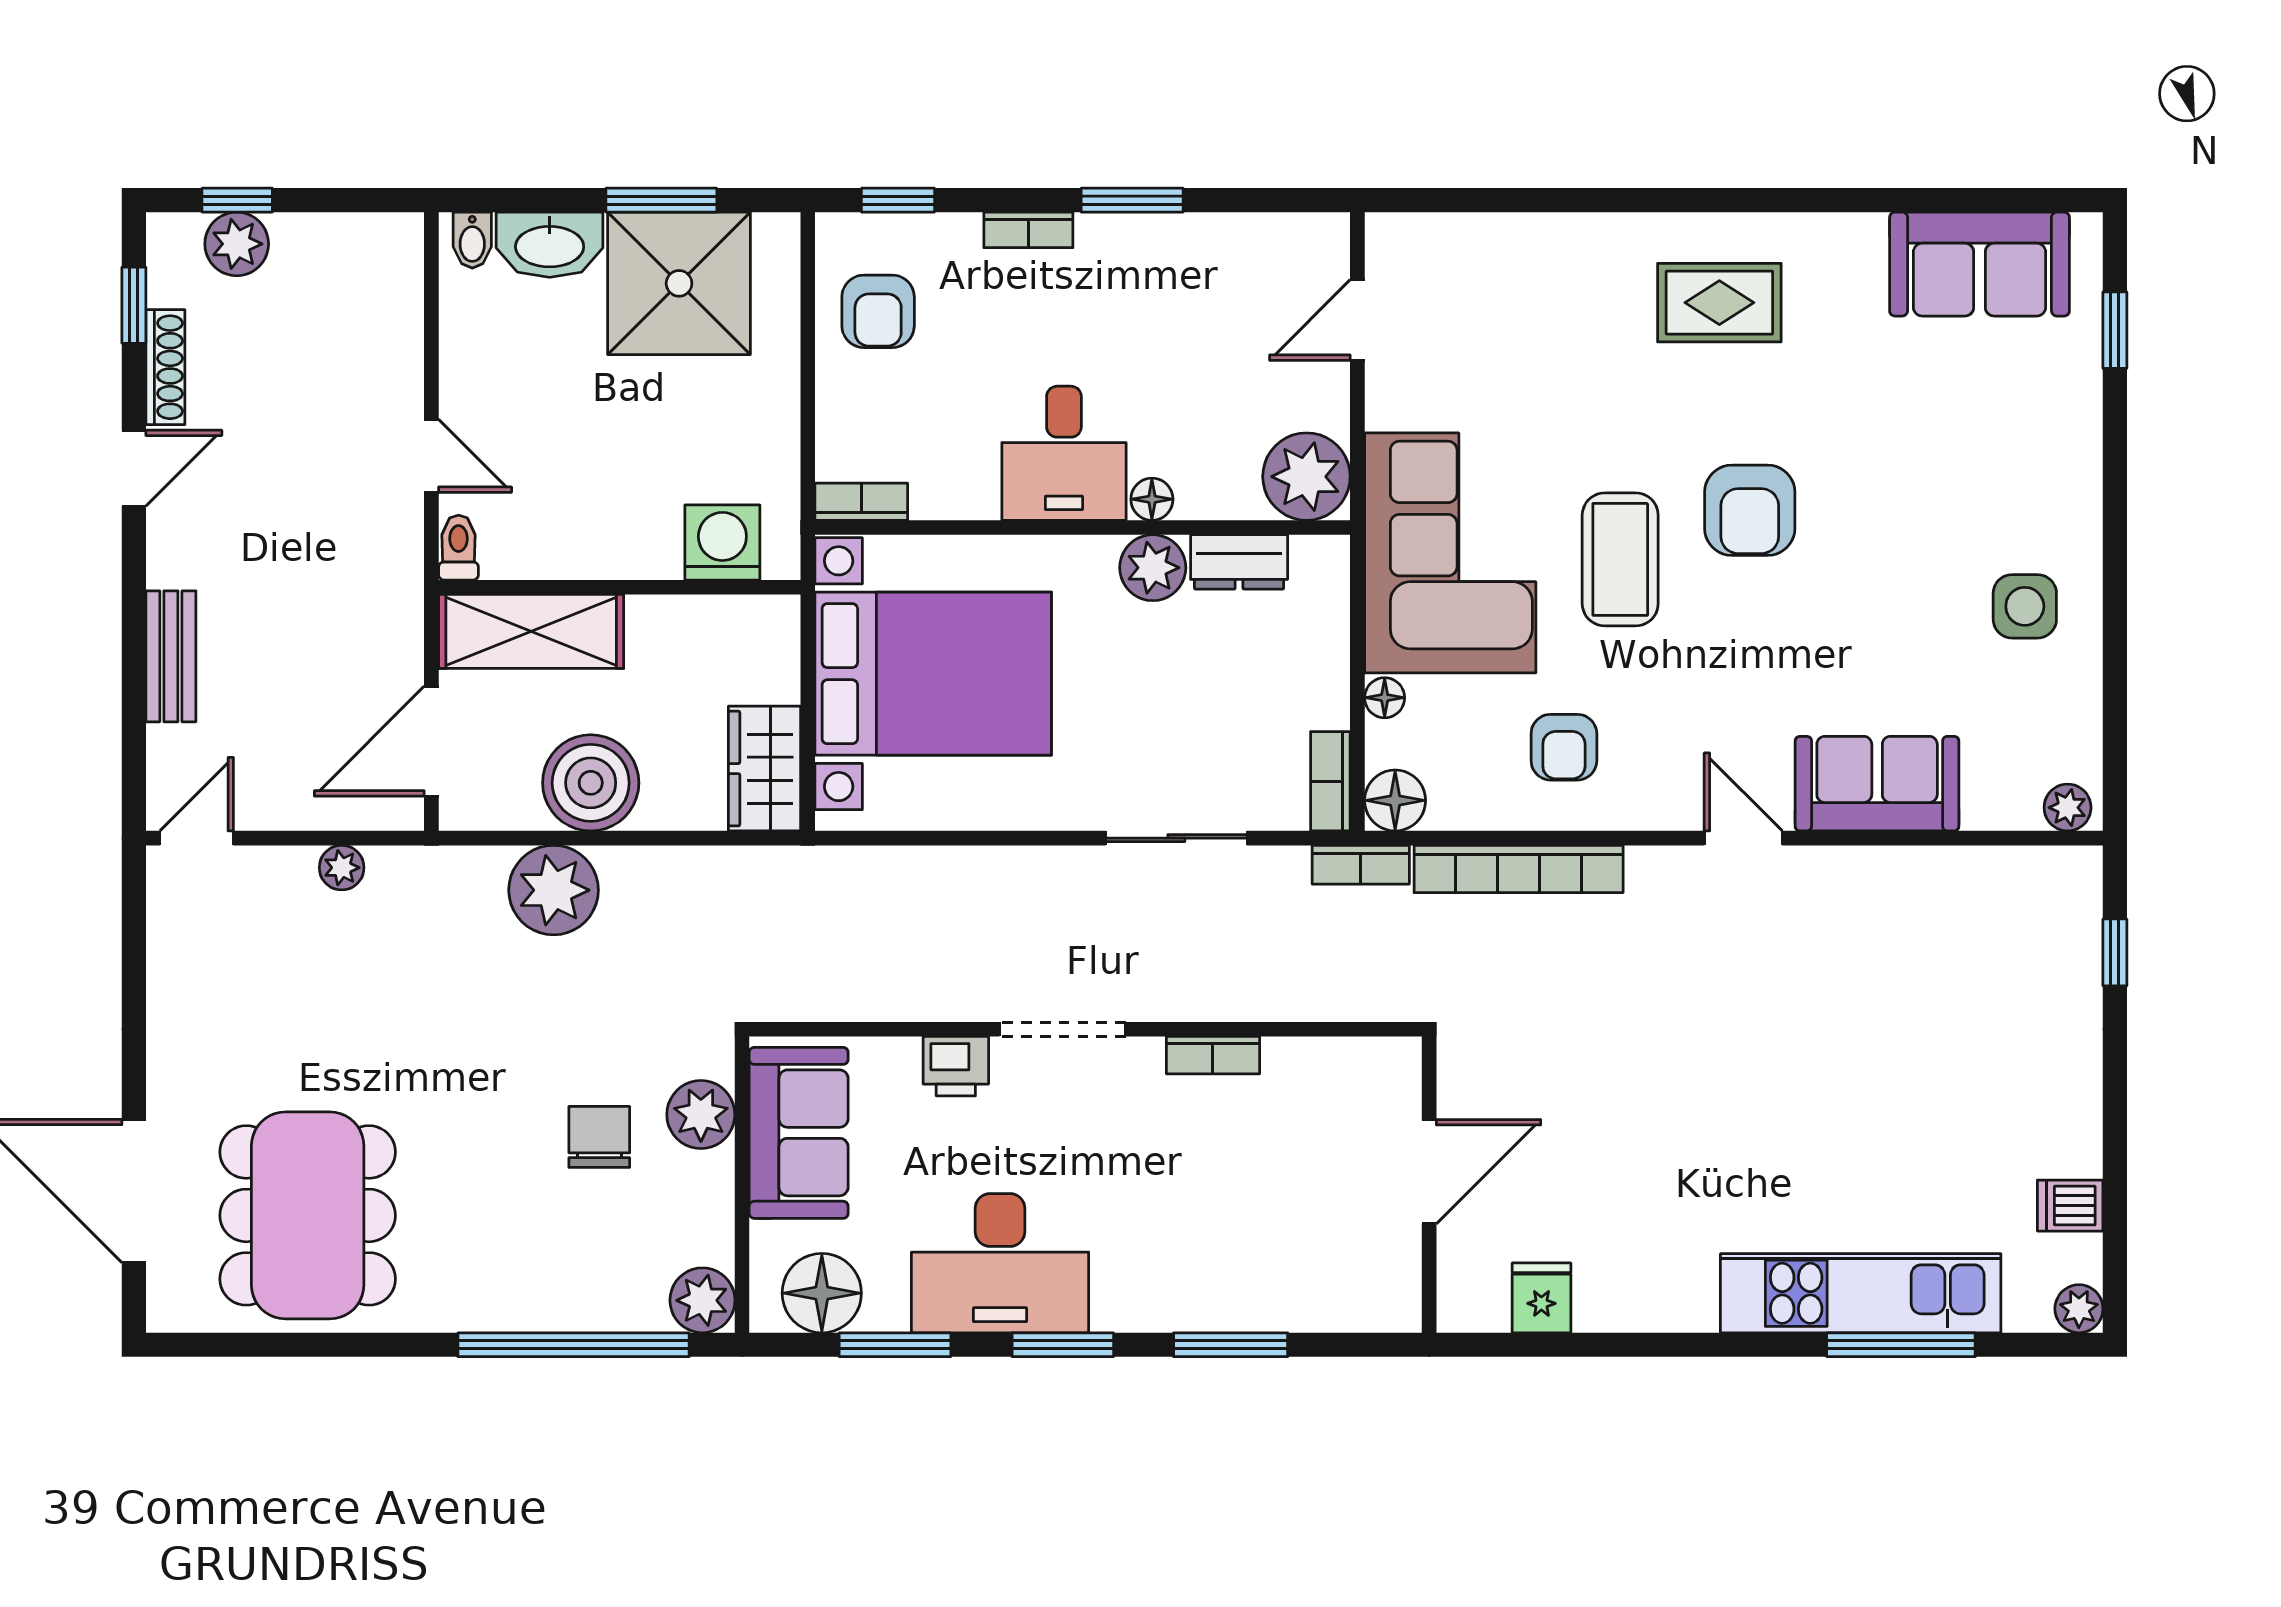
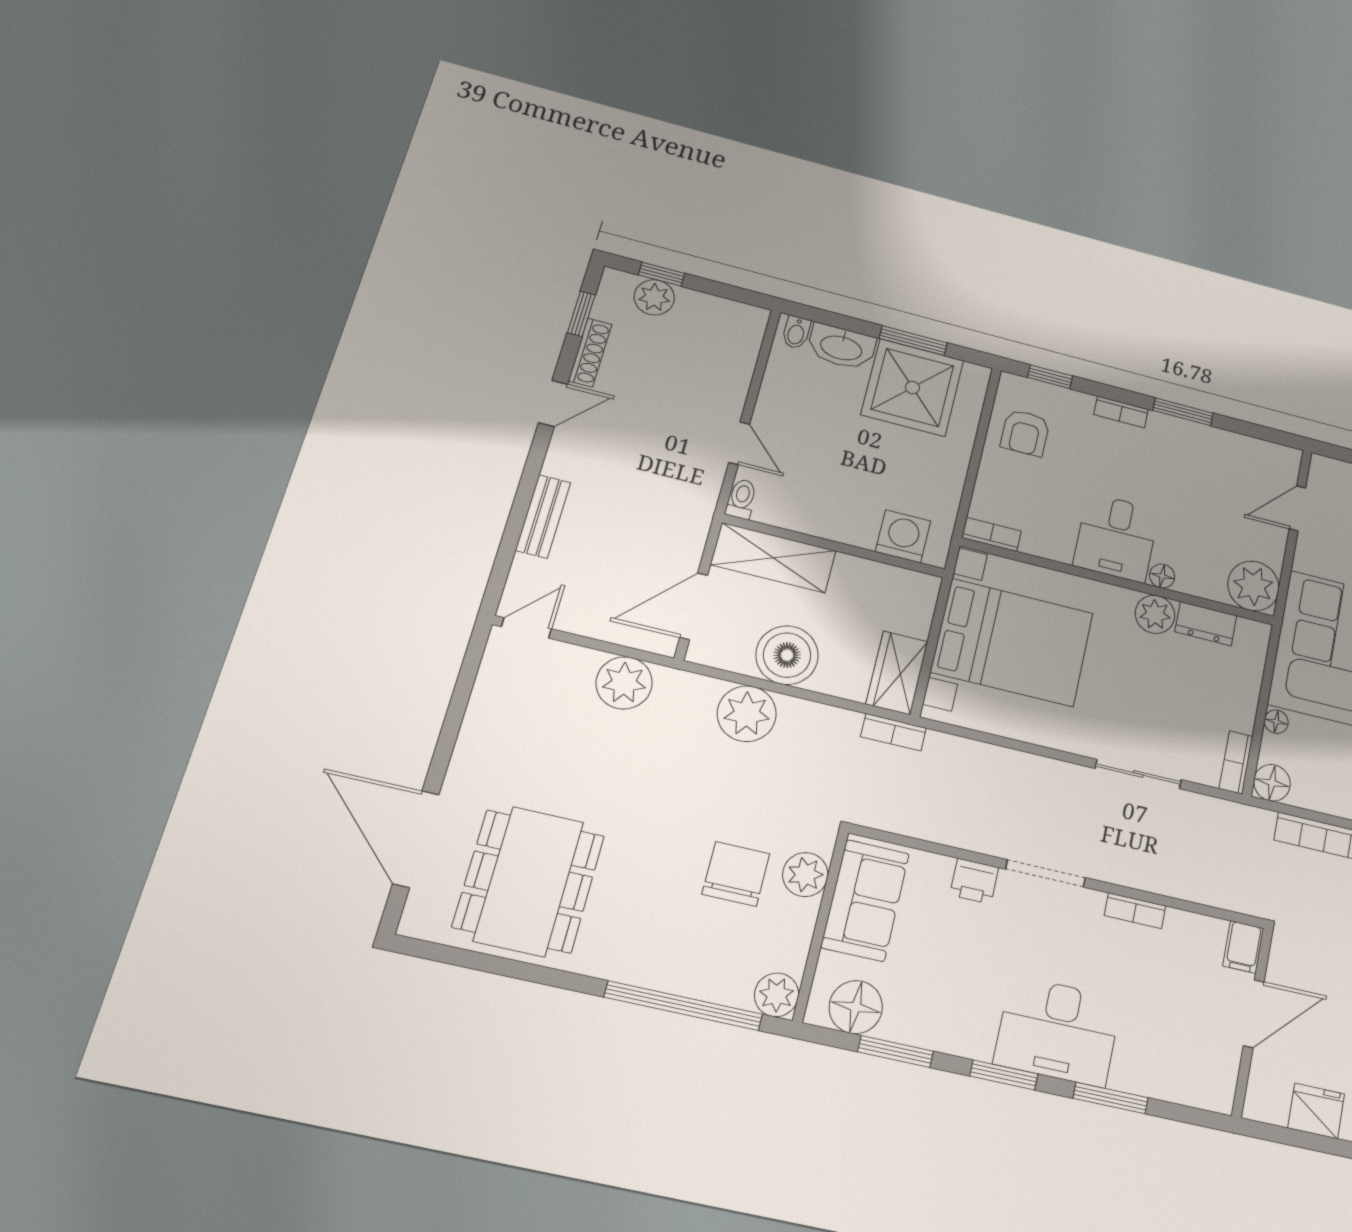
bookcase: (1361, 865) -> (893, 732), moved
plant: (342, 868) -> (624, 683), width x1.87, depth x1.87
filing cabinet: (1395, 1073) -> (1243, 947), added
chair: (599, 1137) -> (736, 874), width x1.37, depth x1.37
desk: (1000, 1263) -> (1058, 1031), moved
fridge: (1541, 1298) -> (1316, 1111), width x1.38

